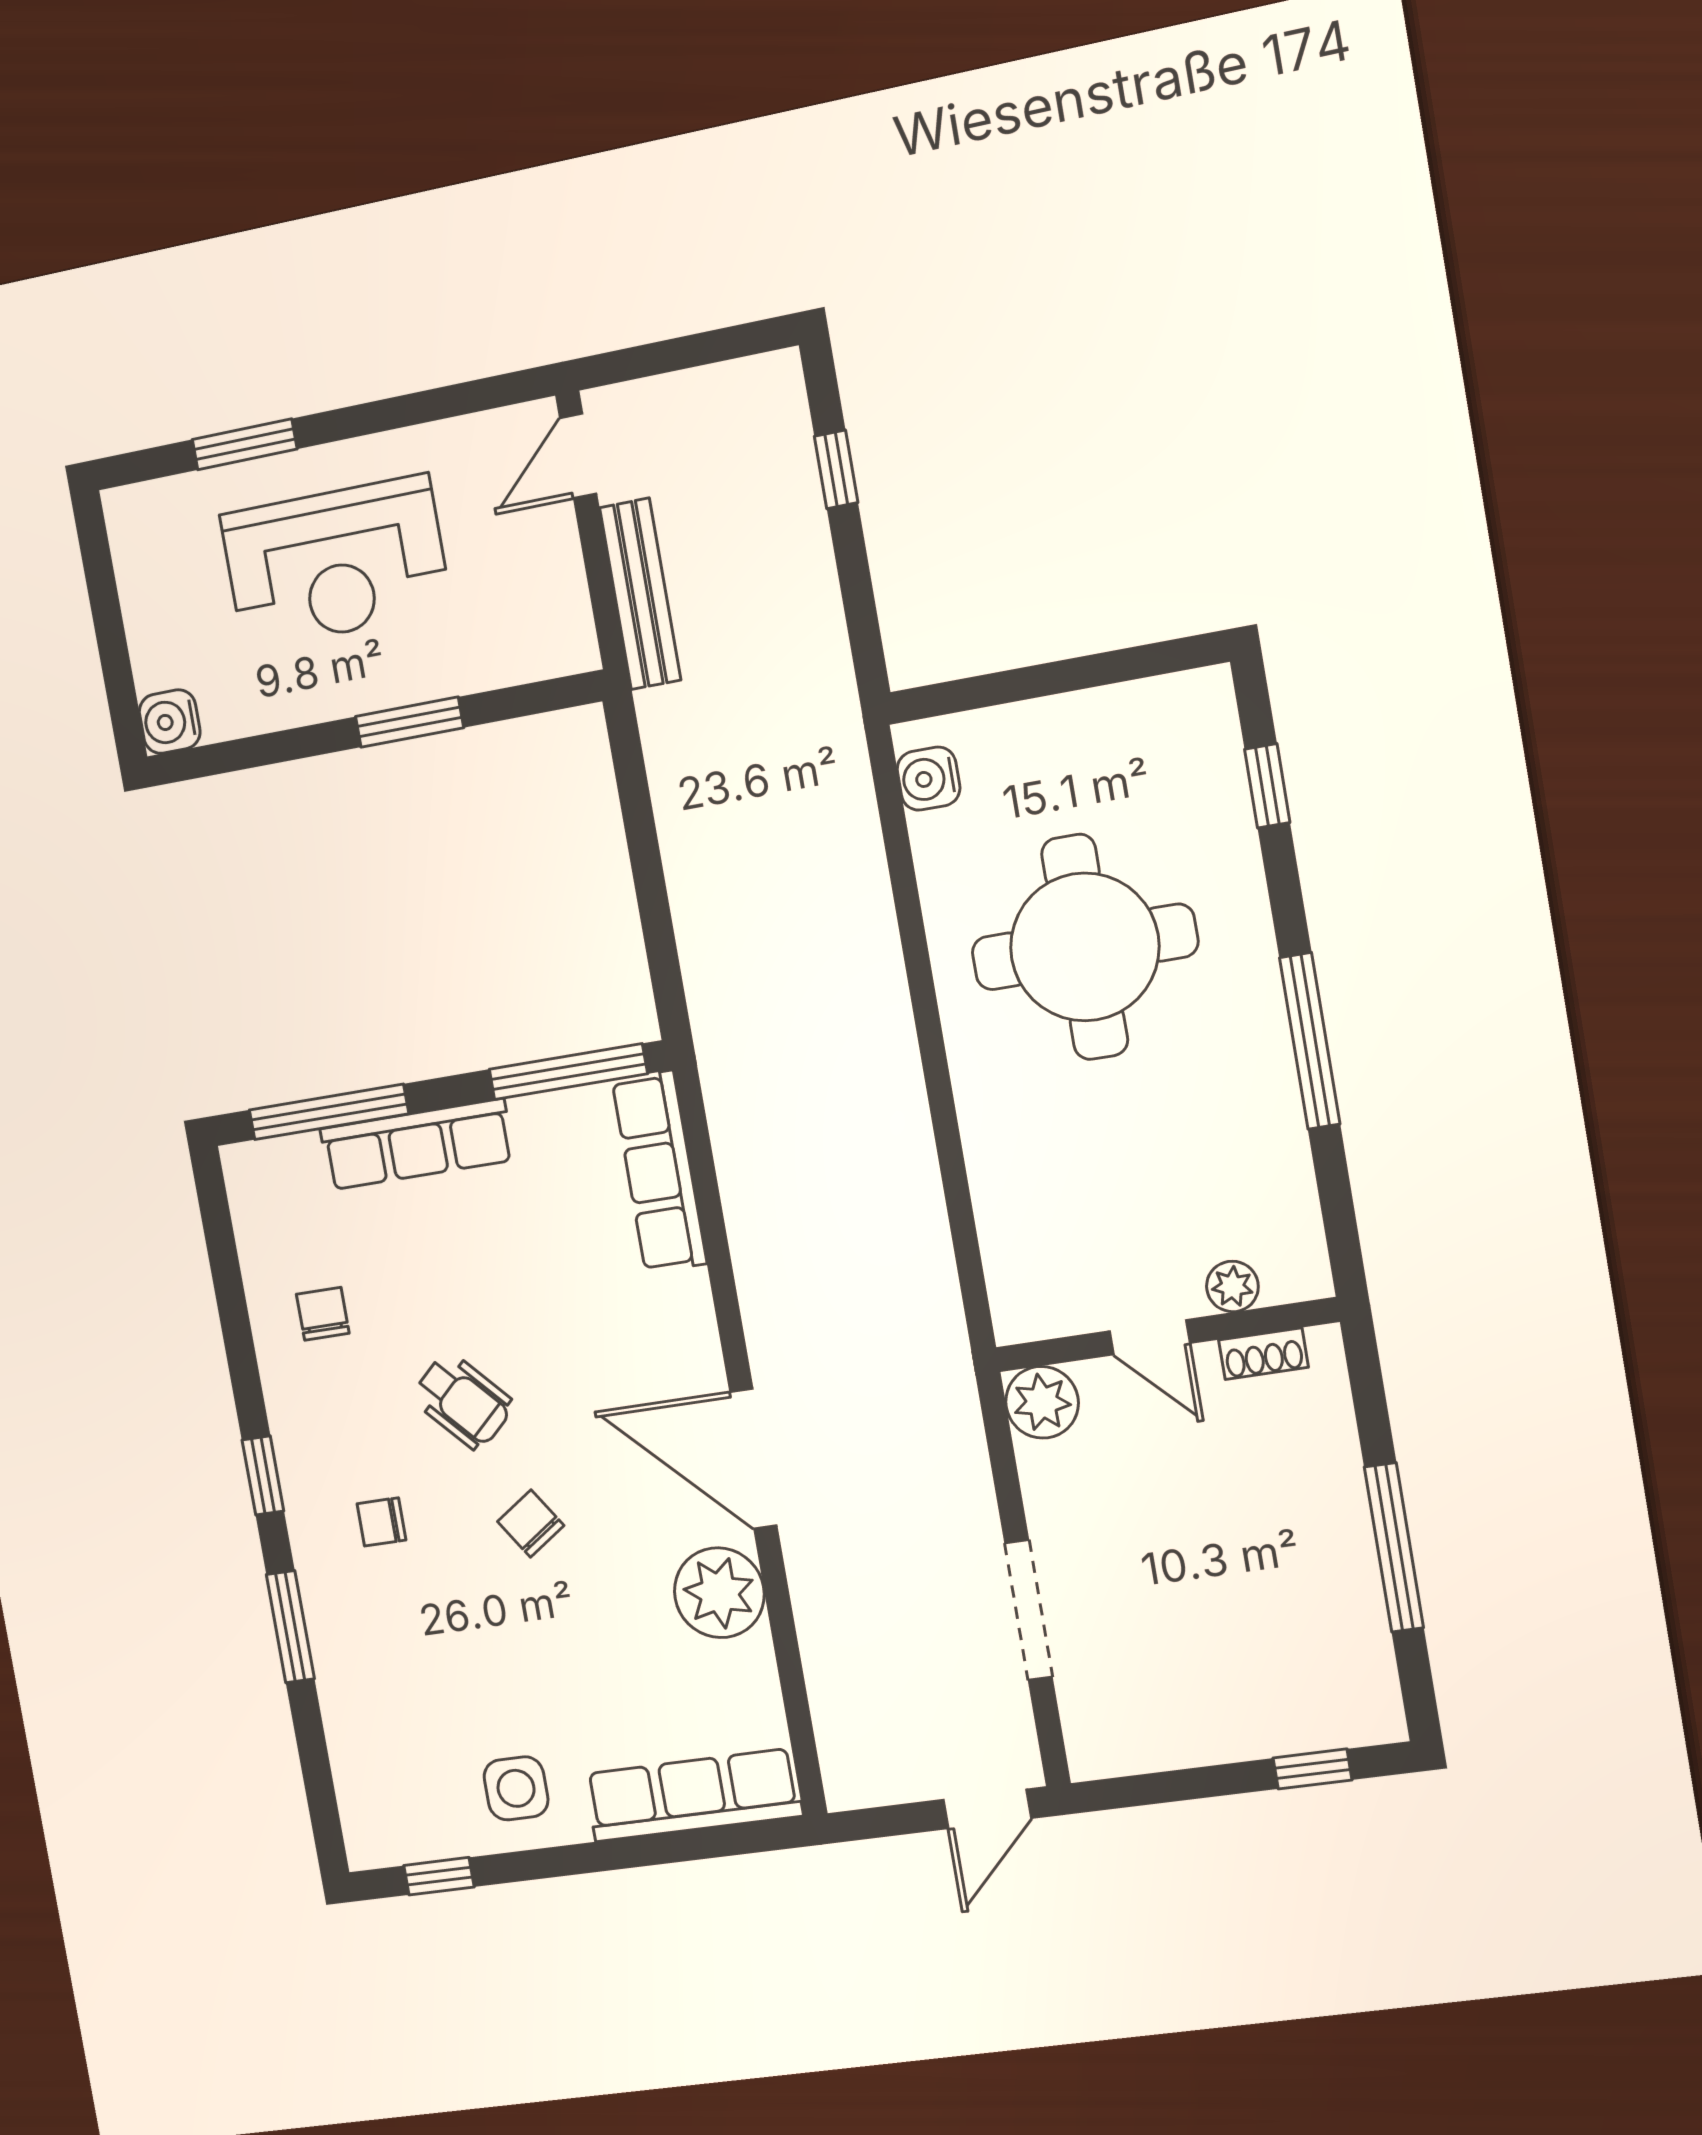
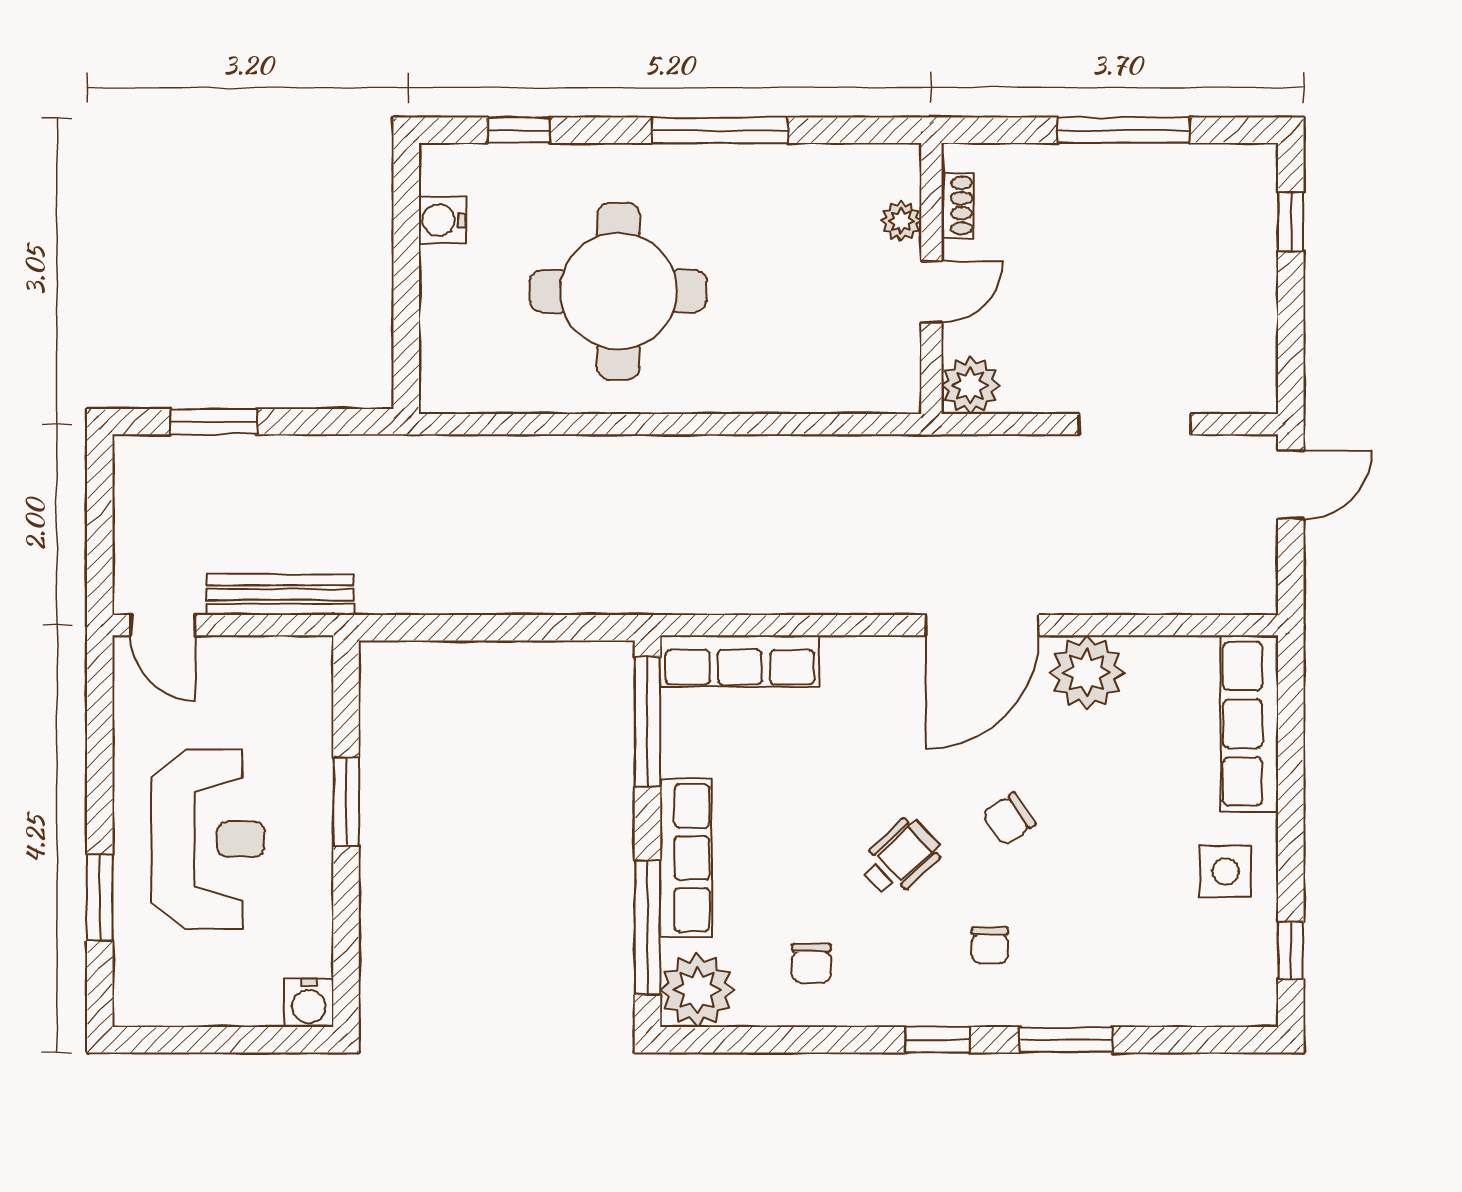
window: (836, 469) -> (214, 422), width x1.50
water cooler: (929, 779) -> (442, 220), moved, turned 90
plant: (268, 1183) -> (697, 990), added
chair: (323, 1314) -> (811, 963), turned -90
door: (987, 1809) -> (1291, 485), hinge flipped

